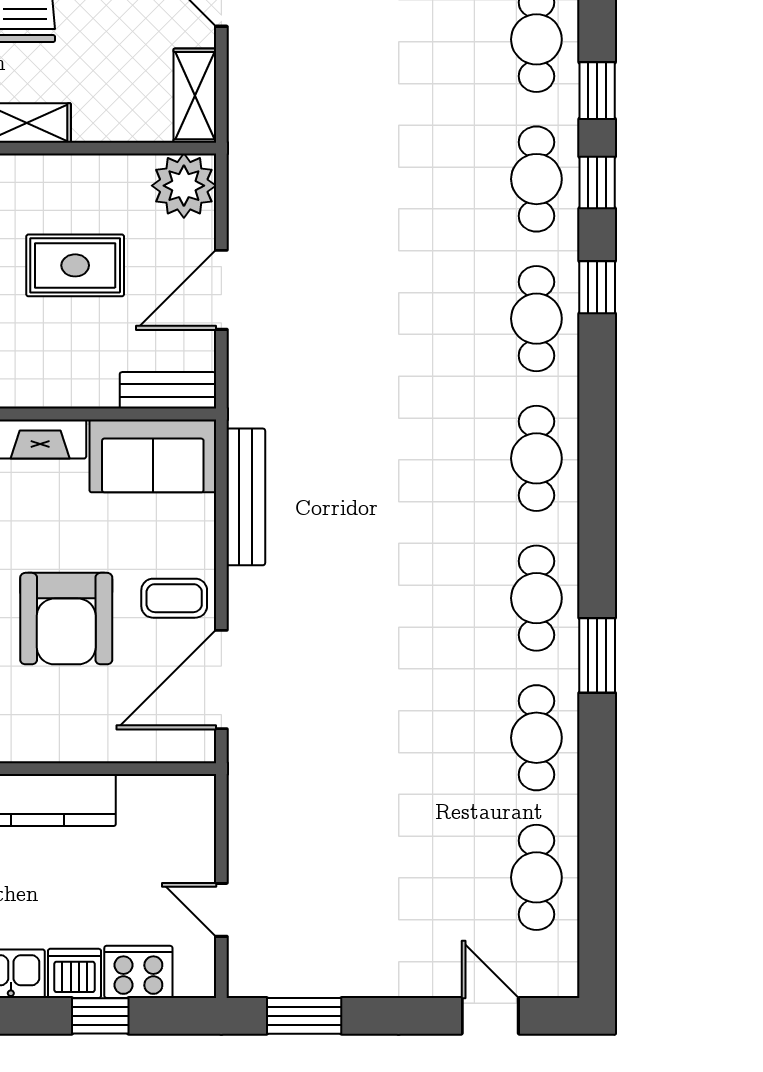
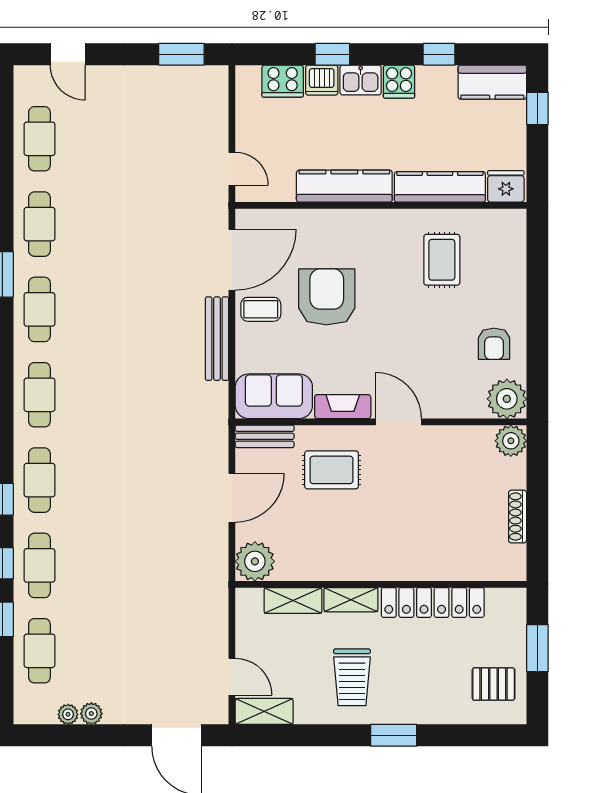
shelving: (195, 96) -> (293, 600), moved, turned 90
rug: (75, 265) -> (332, 470), moved
bench: (246, 497) -> (217, 339), moved
door: (221, 910) -> (232, 169), moved
window: (100, 1016) -> (332, 54), moved

